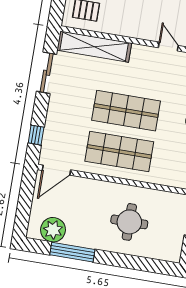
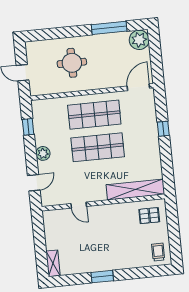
sliding door: (47, 73) -> (166, 160), removed
window: (36, 135) -> (163, 129), moved
plant: (53, 230) -> (139, 40), moved

